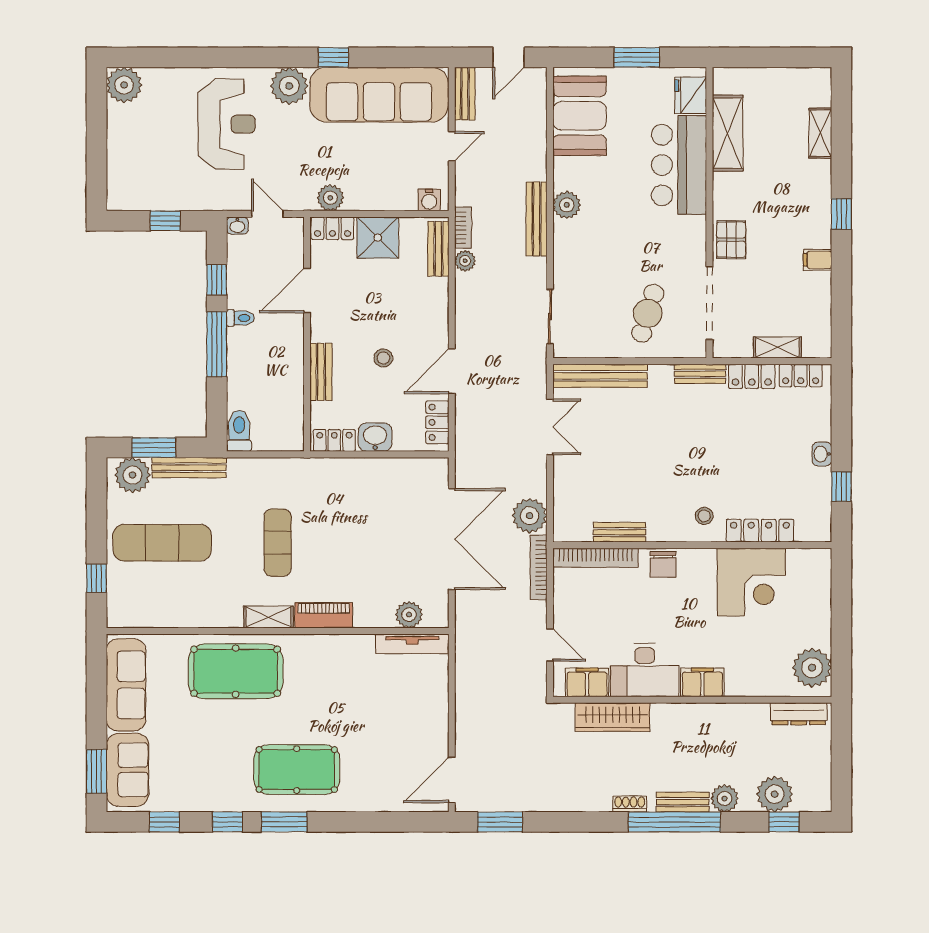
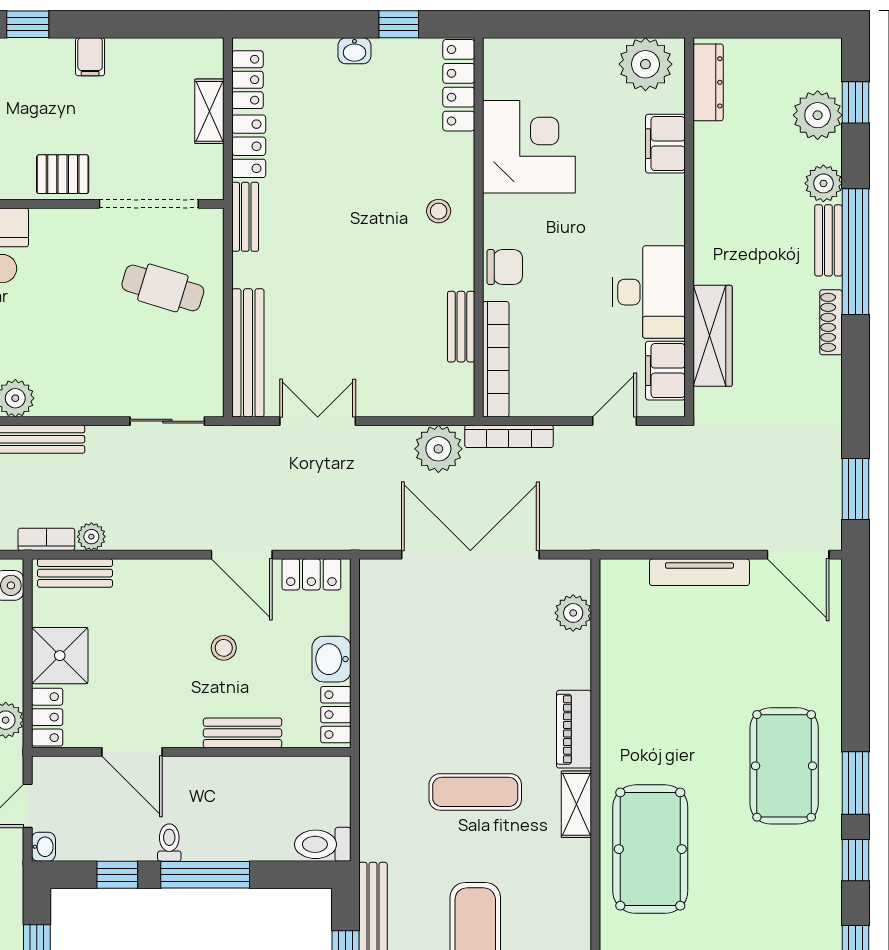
locker: (760, 531) -> (459, 85), moved
tv unit: (412, 644) -> (699, 572), moved, turned 90
filing cabinet: (702, 682) -> (665, 144), moved
shoe rack: (630, 804) -> (831, 322), width x1.43

